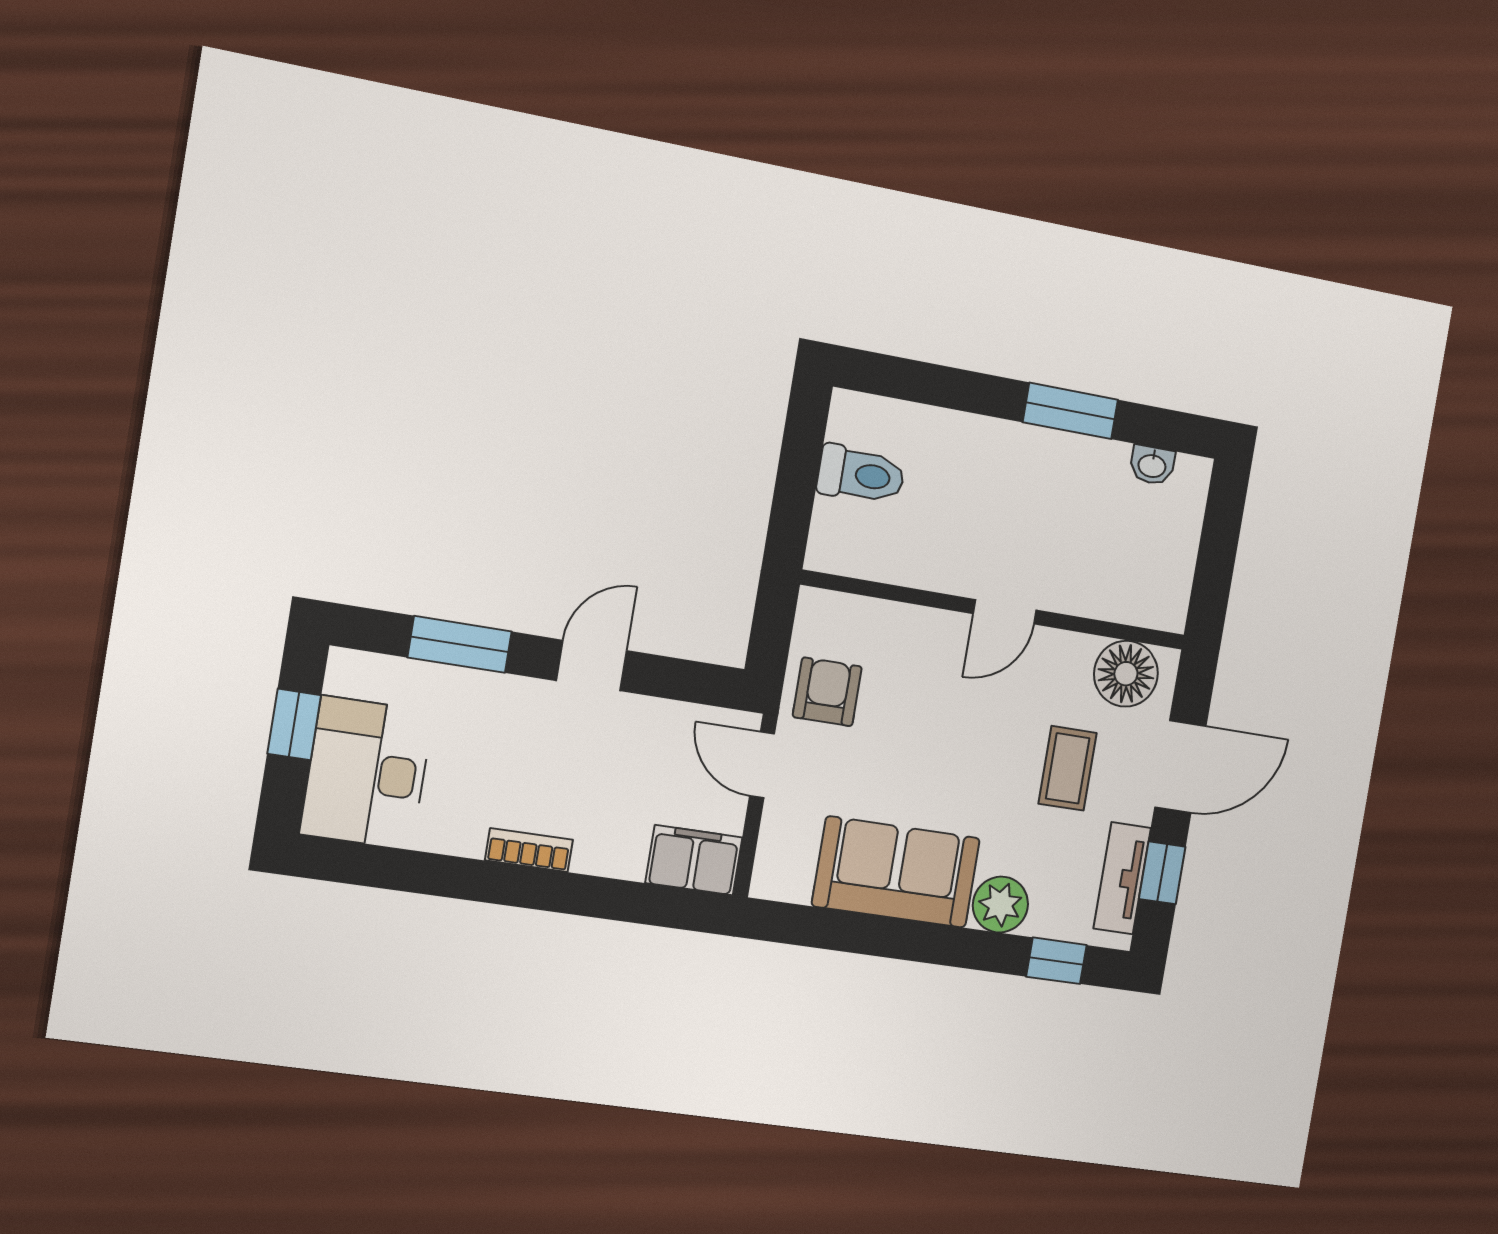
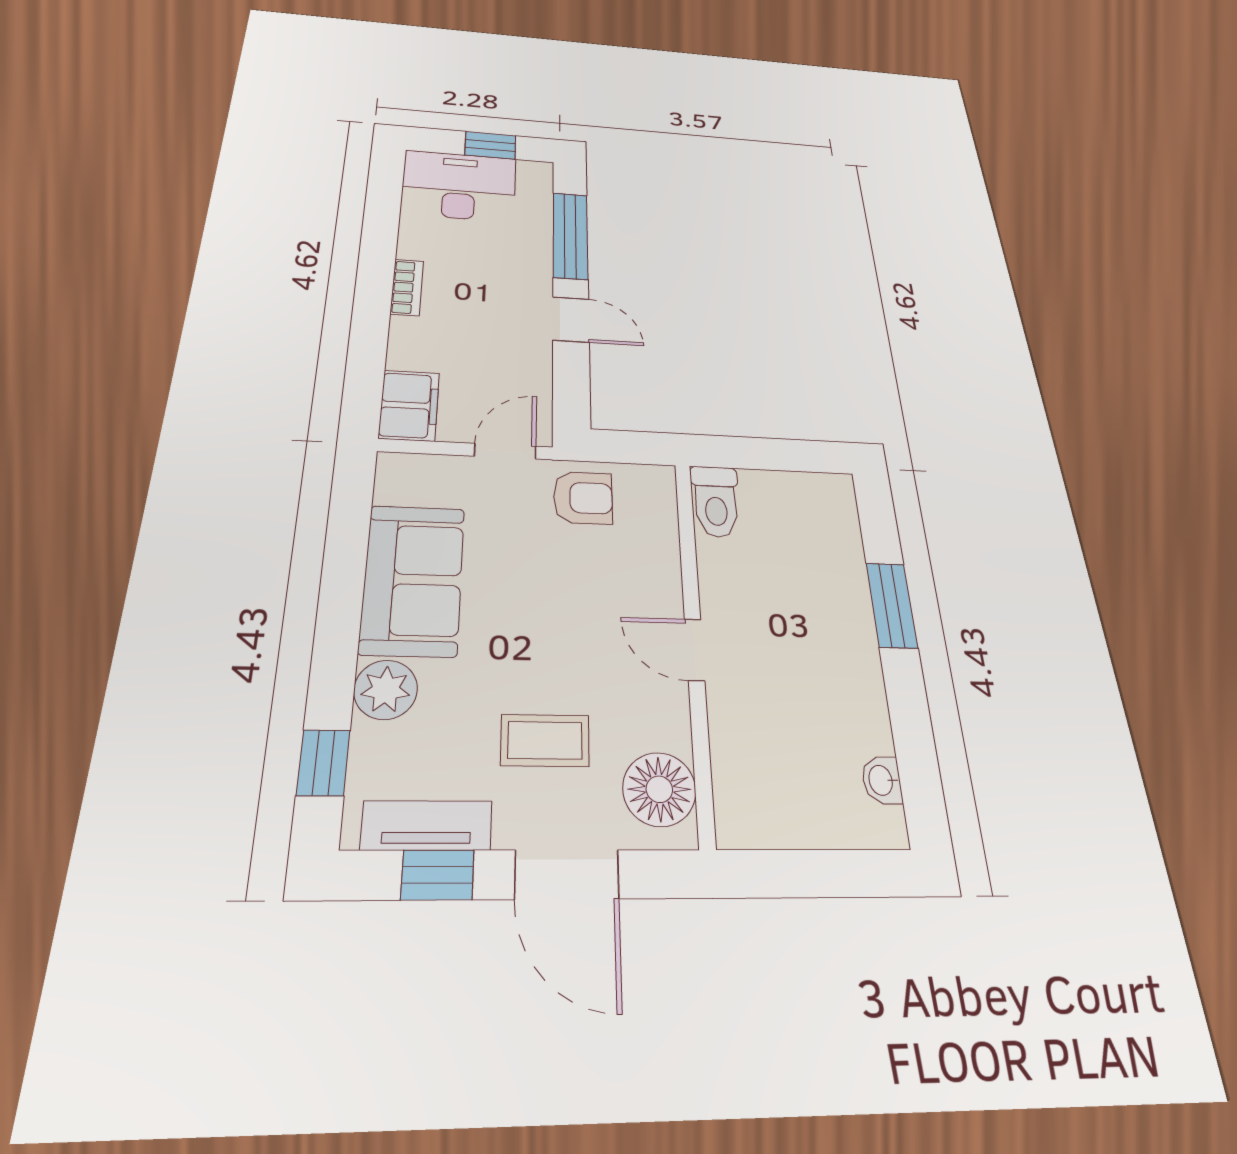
window: (1070, 411) -> (892, 605), moved
toilet: (861, 475) -> (716, 501), moved
window: (460, 644) -> (570, 236), width x1.44

